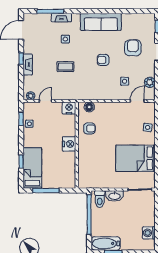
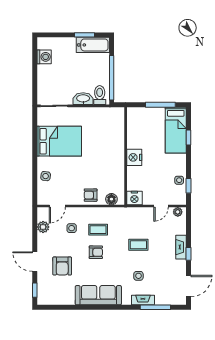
coffee table: (101, 80) -> (98, 230), added
armchair: (89, 128) -> (91, 195), moved

